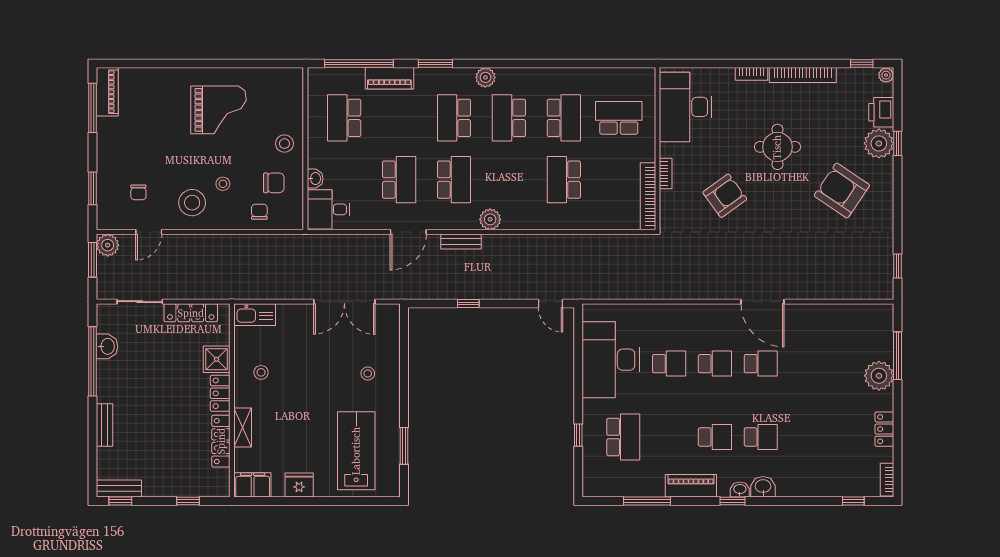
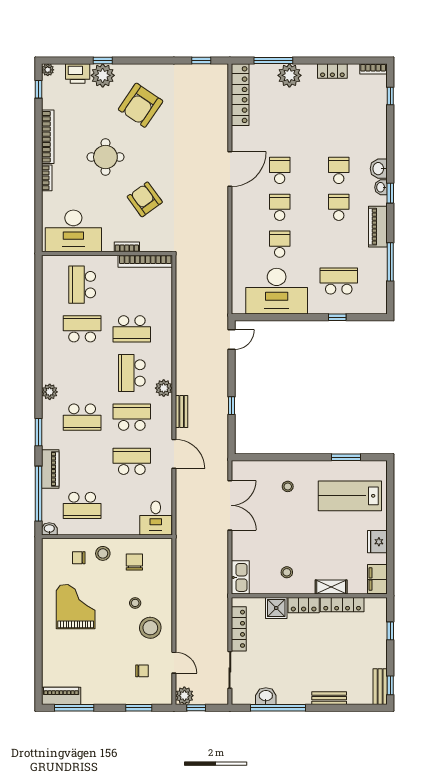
school desk: (509, 118) -> (132, 373), moved, turned 90
washbasin: (315, 179) -> (49, 529), moved
chair: (259, 212) -> (79, 558), moved
window: (92, 260) -> (196, 708), width x0.67
locker: (855, 314) -> (240, 95), added

